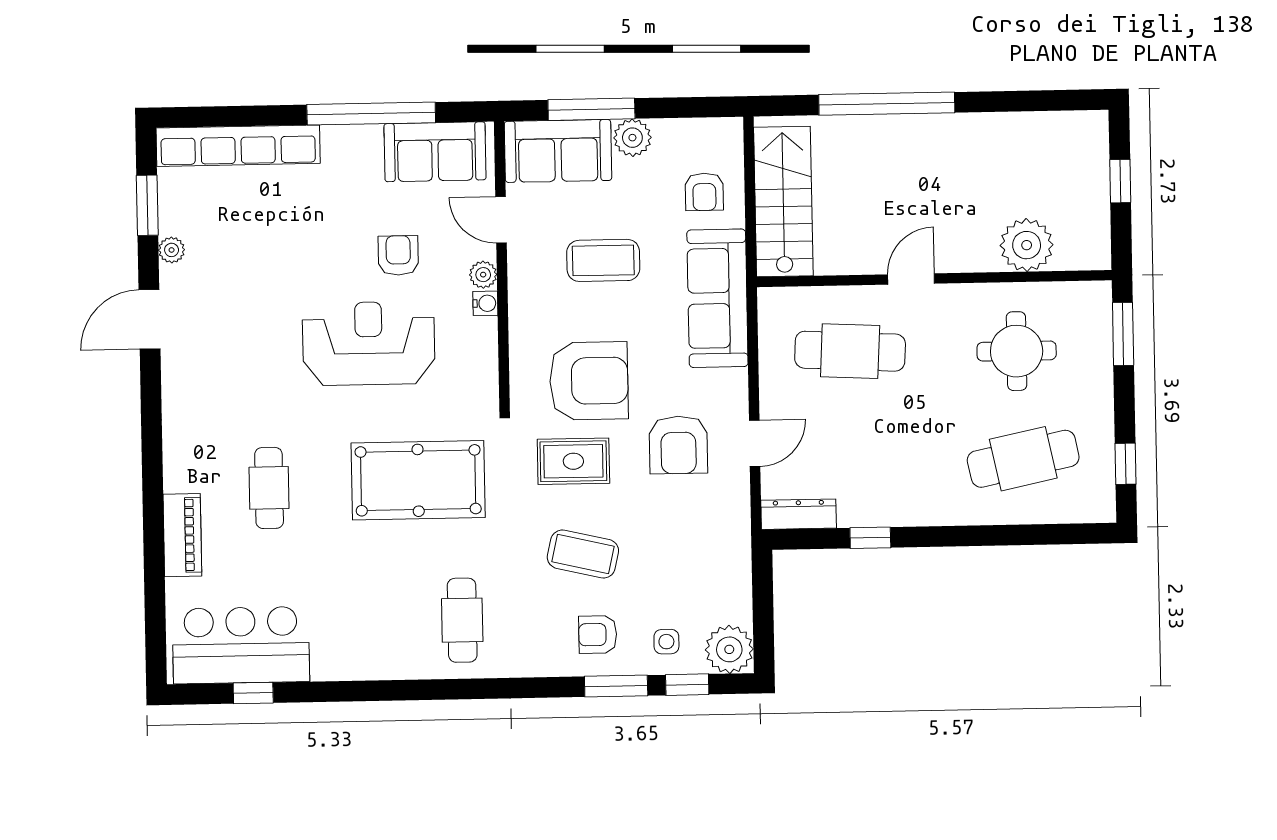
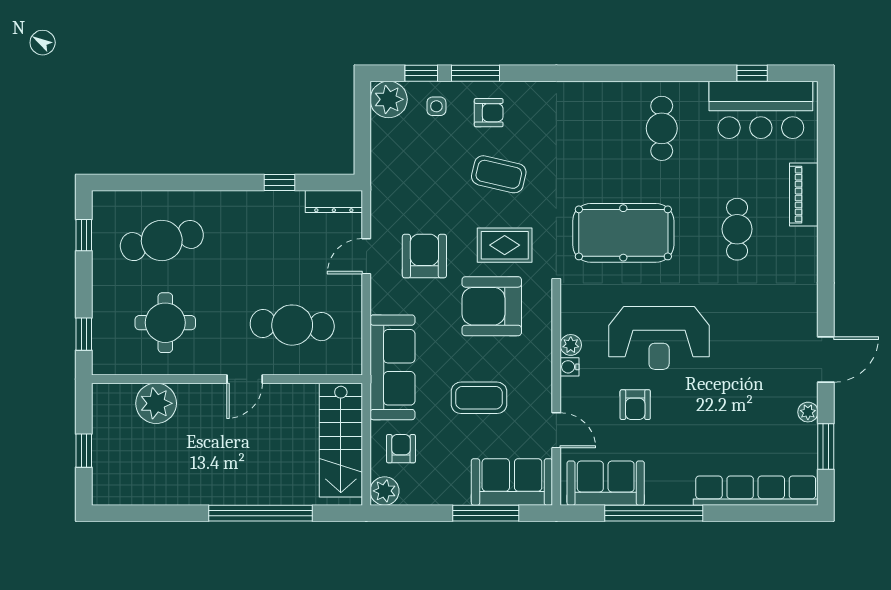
plant: (632, 138) -> (385, 491), moved
plant: (483, 275) -> (571, 345), moved
window: (1123, 334) -> (84, 334), width x0.67
cafe table: (462, 620) -> (662, 128), moved

